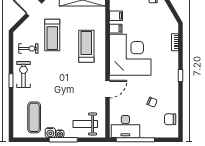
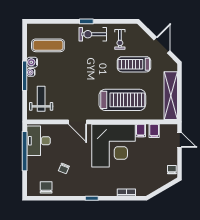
treadmill: (86, 46) -> (122, 100), width x1.37, depth x1.37
exercise bike: (23, 75) -> (93, 34), turned 180

